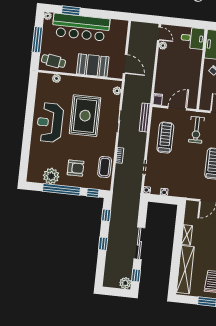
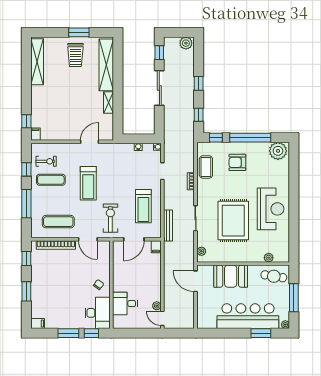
desk: (193, 38) -> (125, 303), moved
plant: (51, 176) -> (278, 151), moved
plant: (125, 283) -> (186, 43), moved

